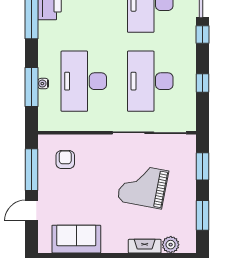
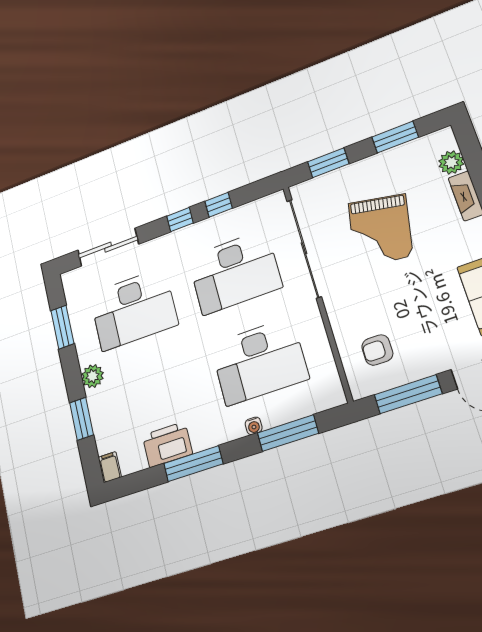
window: (203, 35) -> (180, 220), moved
water cooler: (43, 84) -> (254, 426), moved

